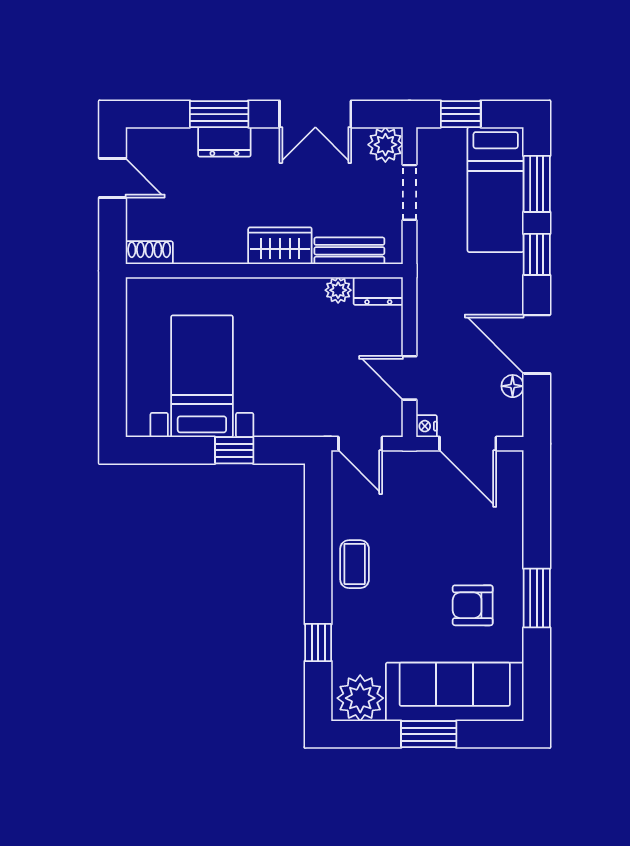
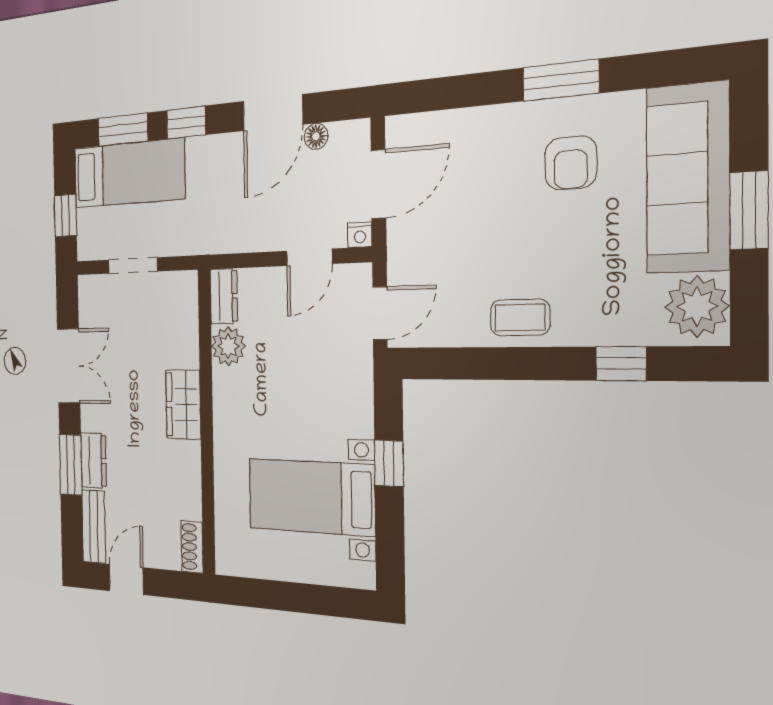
plant: (385, 145) -> (92, 293), removed
bench: (349, 251) -> (94, 526), moved
plant: (338, 290) -> (228, 346), width x1.38, depth x1.38

